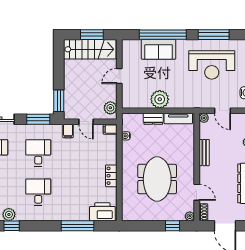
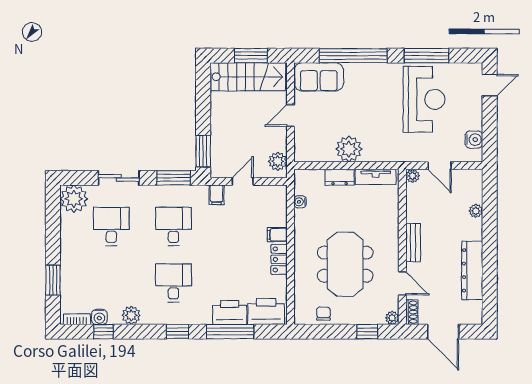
sofa: (159, 49) -> (319, 77), moved
reception desk: (212, 65) -> (424, 99), turned -90
door: (86, 122) -> (243, 181), swing flipped
filing cabinet: (110, 129) -> (277, 235), moved
bench: (204, 153) -> (413, 243), moved
printer: (77, 213) -> (230, 312), added
chair: (142, 213) -> (323, 314), added
window: (12, 226) -> (178, 332), moved

